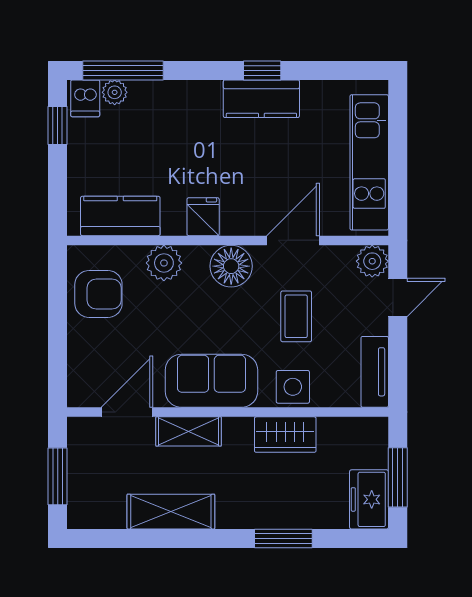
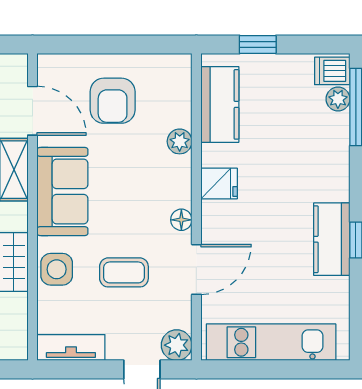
window: (58, 125) -> (258, 44), moved
door: (293, 240) -> (196, 269), hinge flipped
plant: (164, 263) -> (180, 141), width x0.73, depth x0.73
floor lamp: (231, 266) -> (181, 220), width x0.53, depth x0.53
armchair: (98, 294) -> (113, 101), moved

